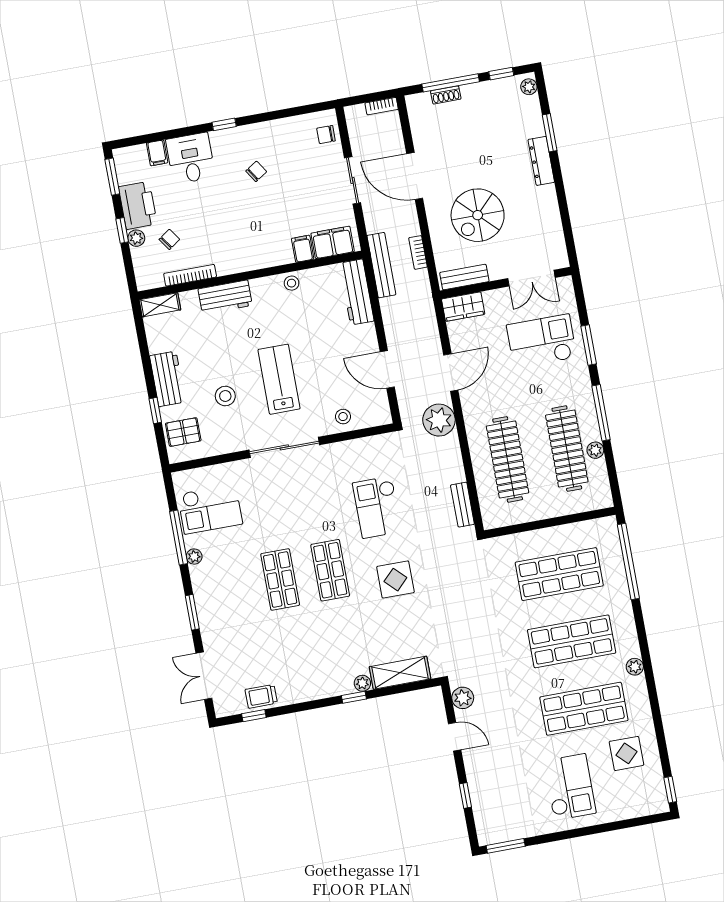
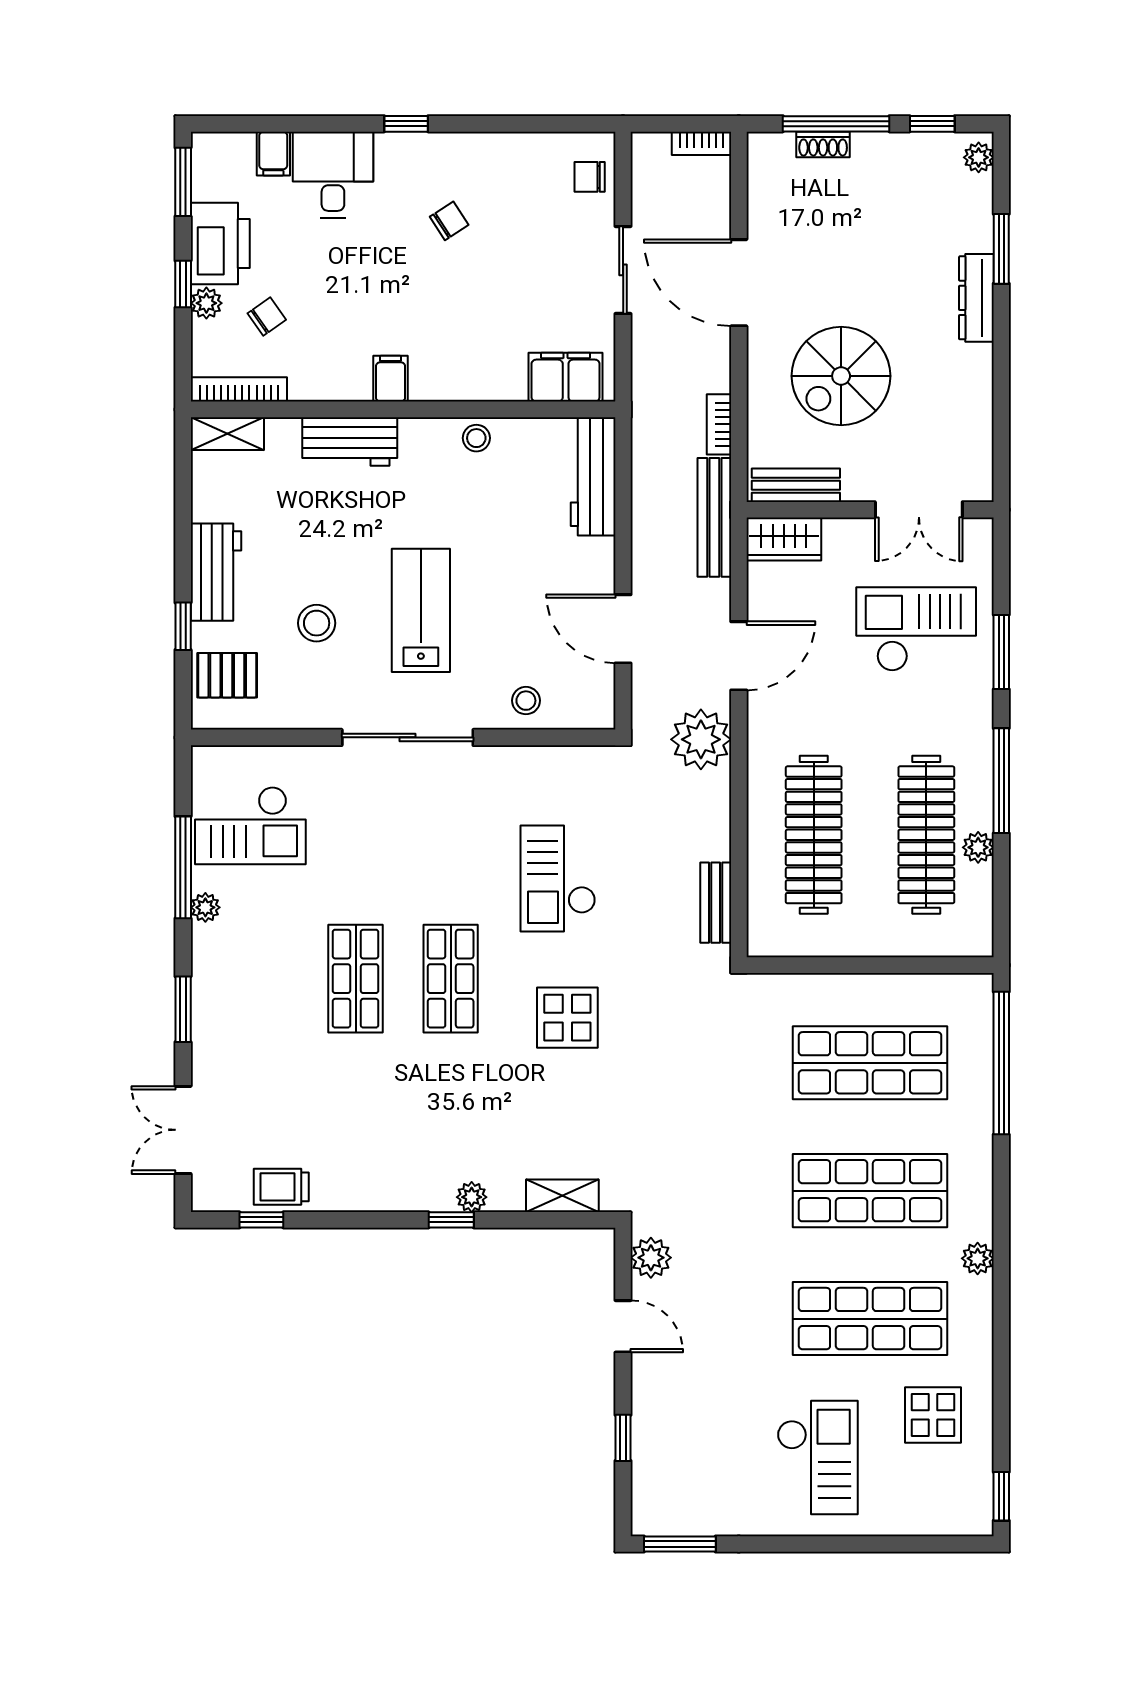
filing cabinet: (303, 249) -> (391, 379), moved
bench: (381, 265) -> (714, 517), moved
bookcase: (190, 275) -> (239, 389), moved
shelving: (400, 673) -> (562, 1196), width x0.67, depth x0.75

